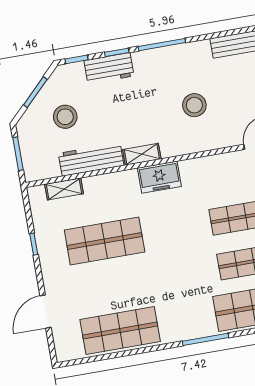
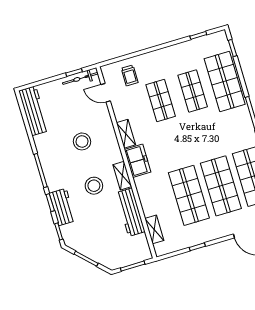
stool: (65, 117) -> (94, 186), moved
shelving: (198, 166) -> (126, 134), added
shop shelf: (112, 286) -> (221, 186), added

